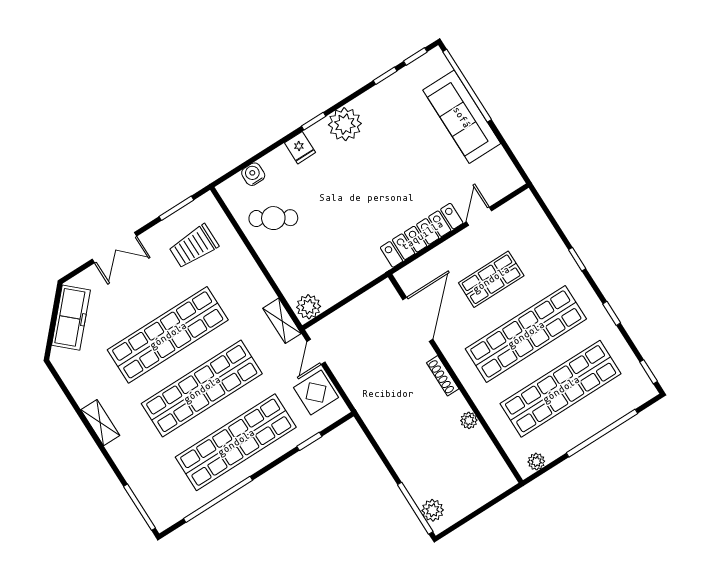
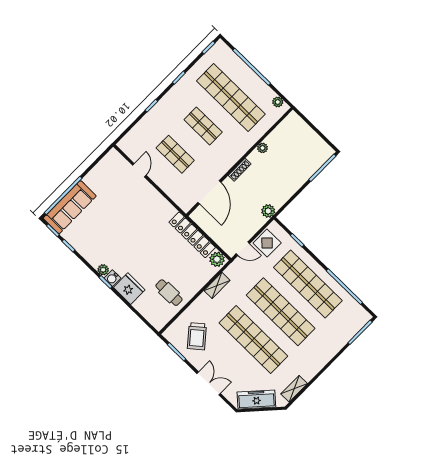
sofa: (462, 117) -> (70, 207), moved
plant: (345, 124) -> (103, 270), width x0.53, depth x0.53
fridge: (300, 148) -> (129, 289), width x1.88, depth x1.34
water cooler: (253, 174) -> (112, 278), moved
door: (479, 216) -> (139, 170), swing flipped
cafe table: (273, 218) -> (169, 293), turned -31
locker: (422, 235) -> (192, 235), moved
trolley: (194, 246) -> (197, 336), turned 50
door: (418, 319) -> (209, 192), swing flipped
shelving: (282, 321) -> (217, 285), moved
shop shelf: (526, 334) -> (203, 126), width x0.50, depth x0.74
shelving: (100, 423) -> (294, 389), moved
plant: (433, 510) -> (268, 211), moved

